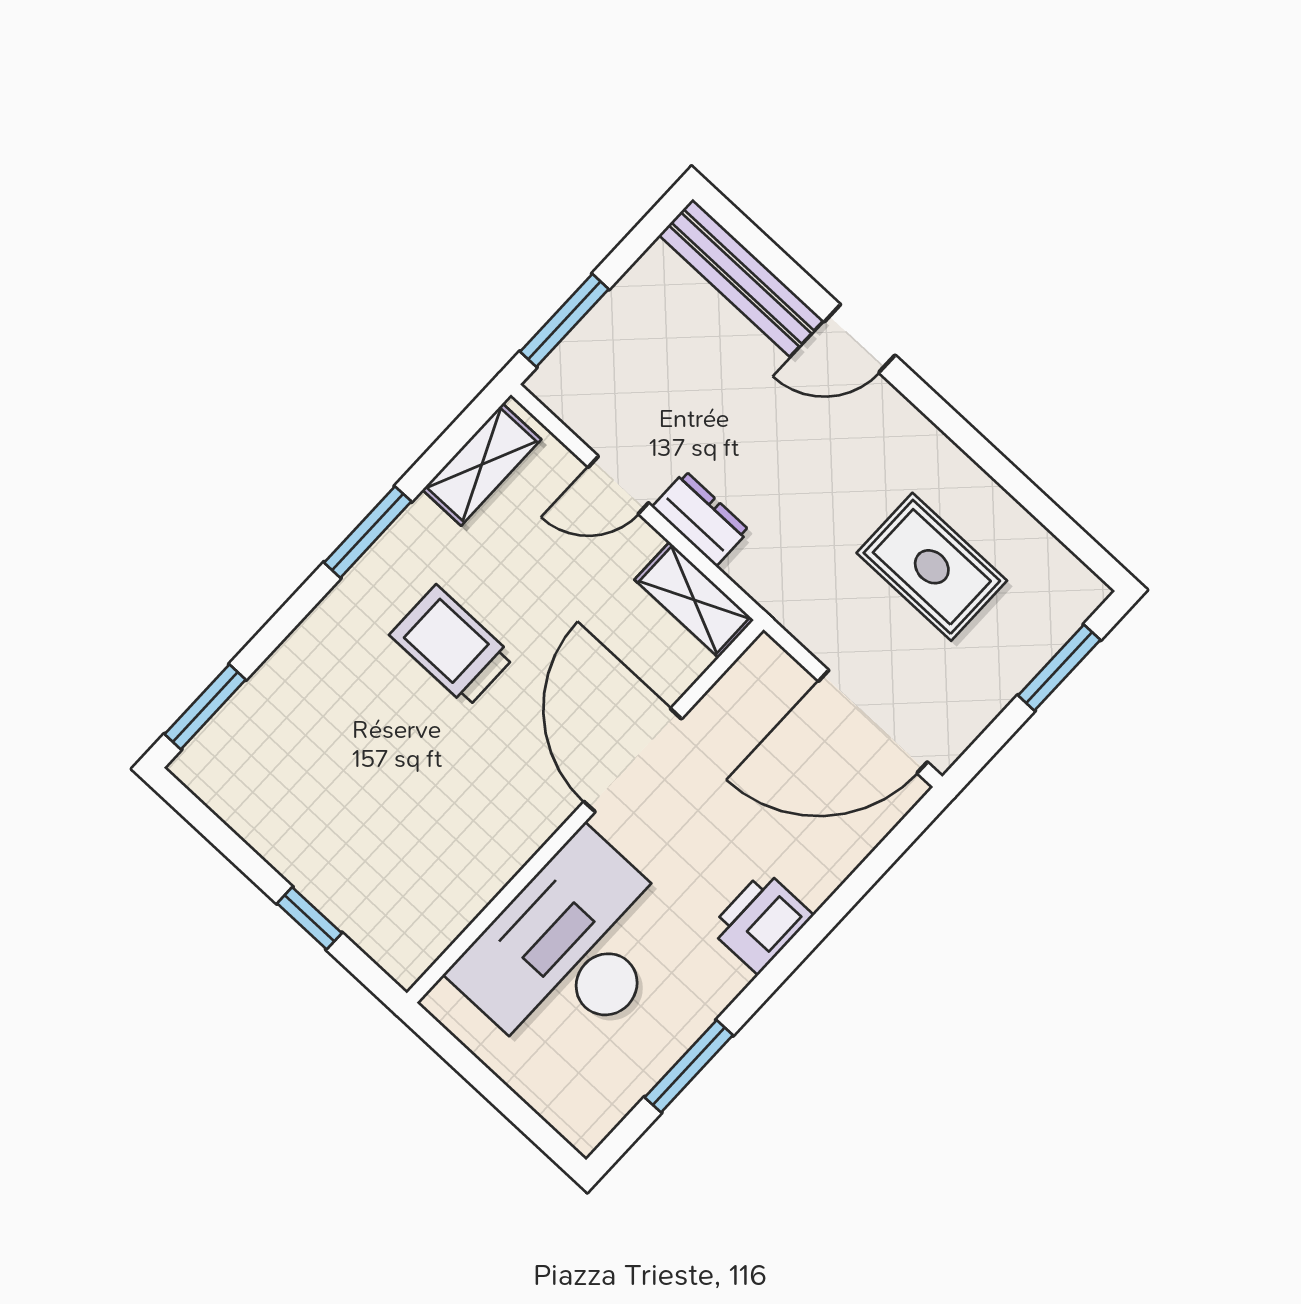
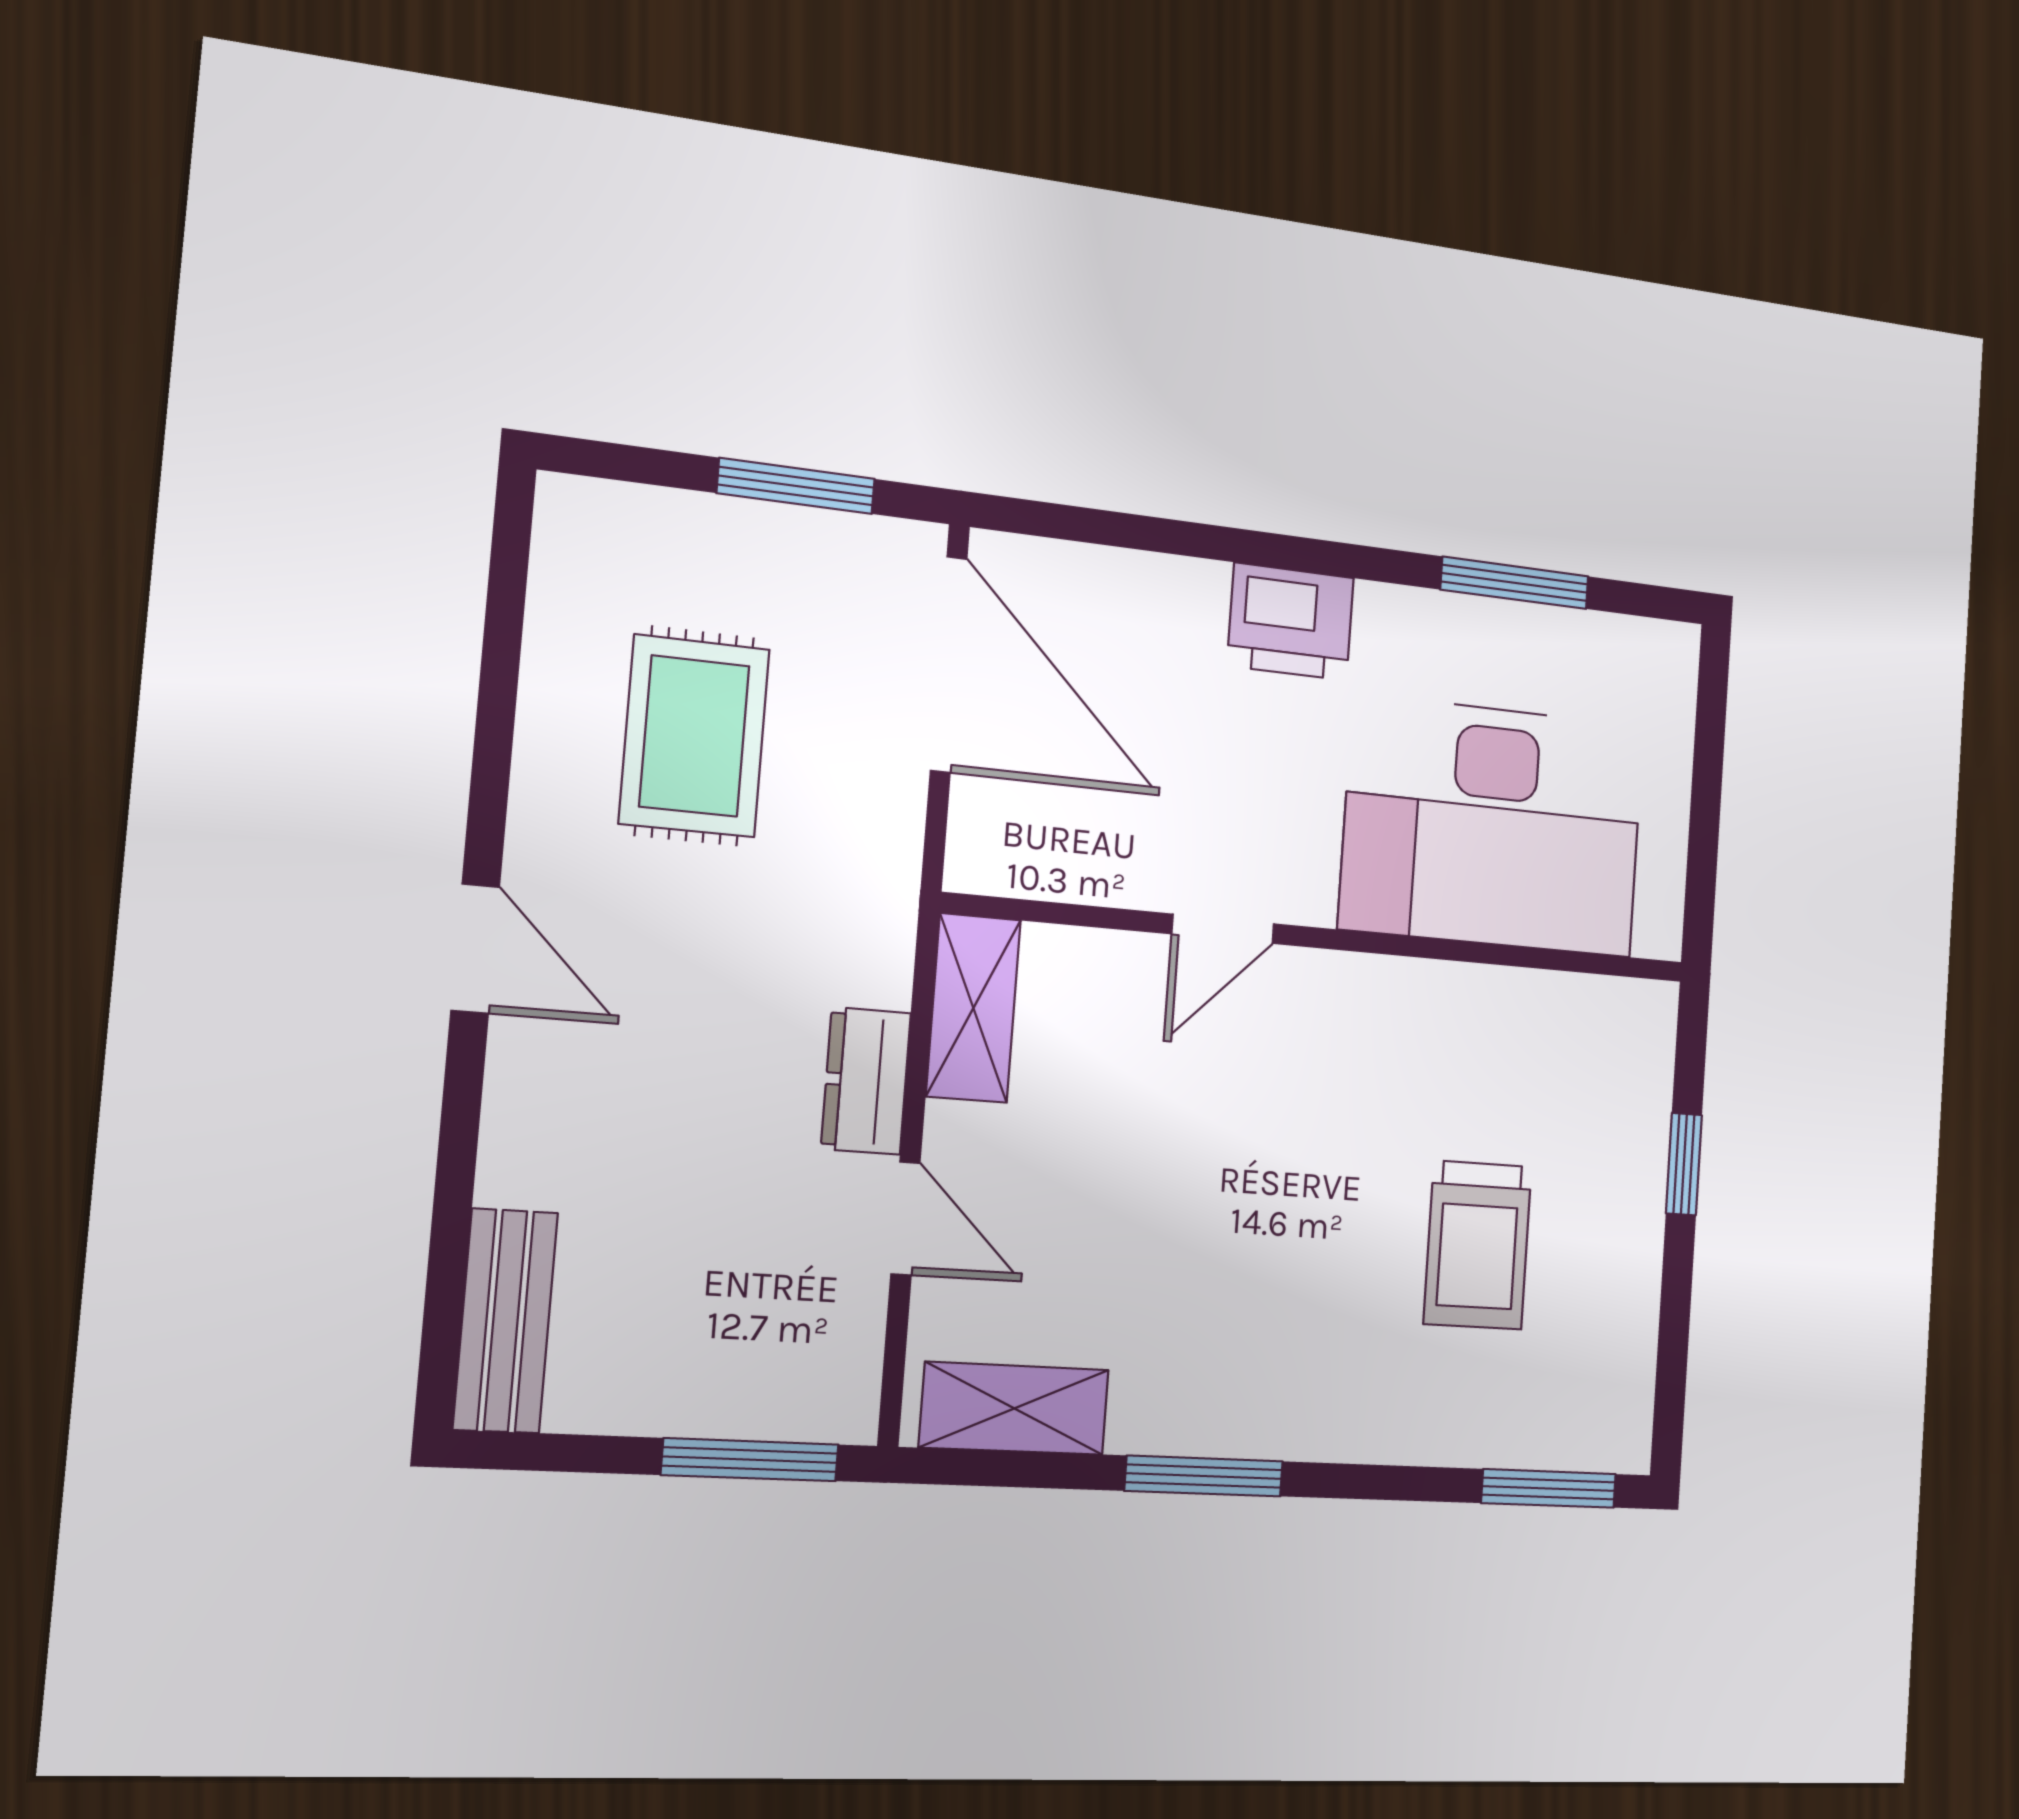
bench: (741, 278) -> (505, 1321), width x0.73
door: (860, 338) -> (475, 949), moved
trolley: (452, 646) -> (1478, 1245), moved
window: (1059, 668) -> (796, 486), moved
door: (633, 760) -> (1223, 929), width x0.53

